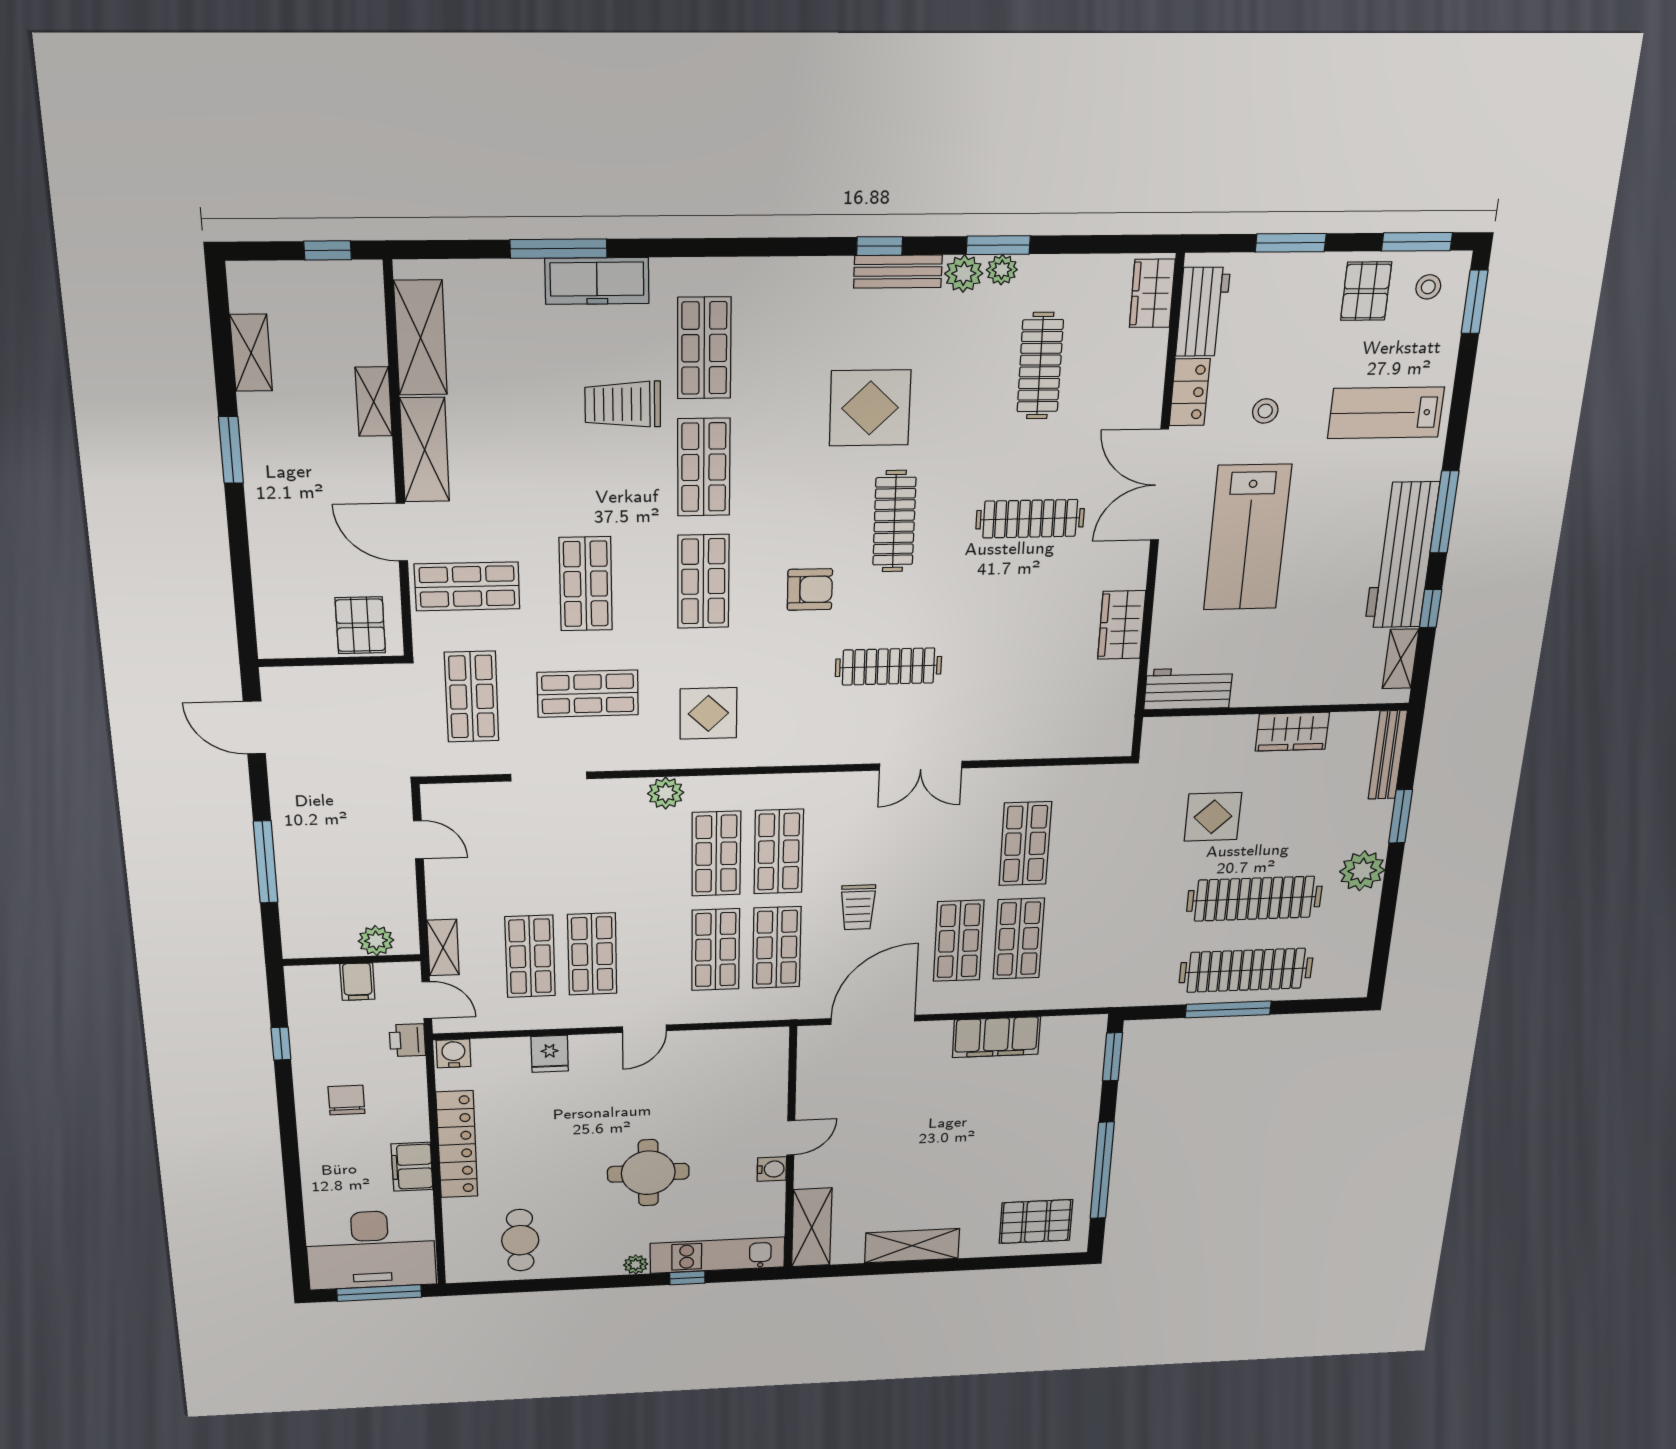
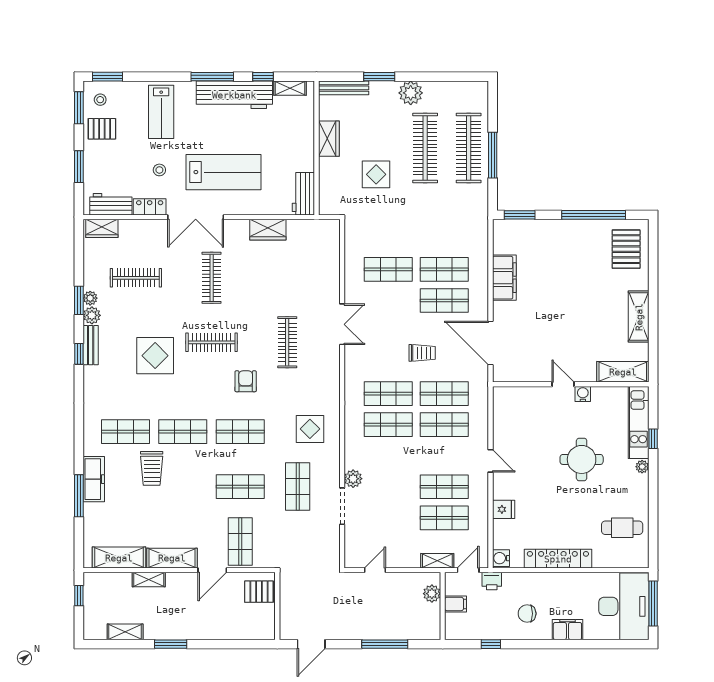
shop shelf: (472, 697) -> (298, 542), removed
plant: (666, 793) -> (353, 479), moved
filing cabinet: (412, 1167) -> (567, 630), moved, turned 180

